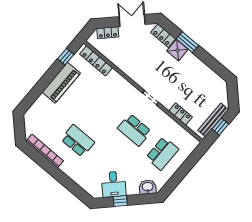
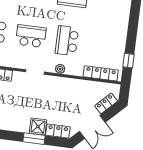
piano: (61, 83) -> (118, 36), removed
plant: (128, 87) -> (60, 69), added
school desk: (107, 106) -> (67, 41), added

